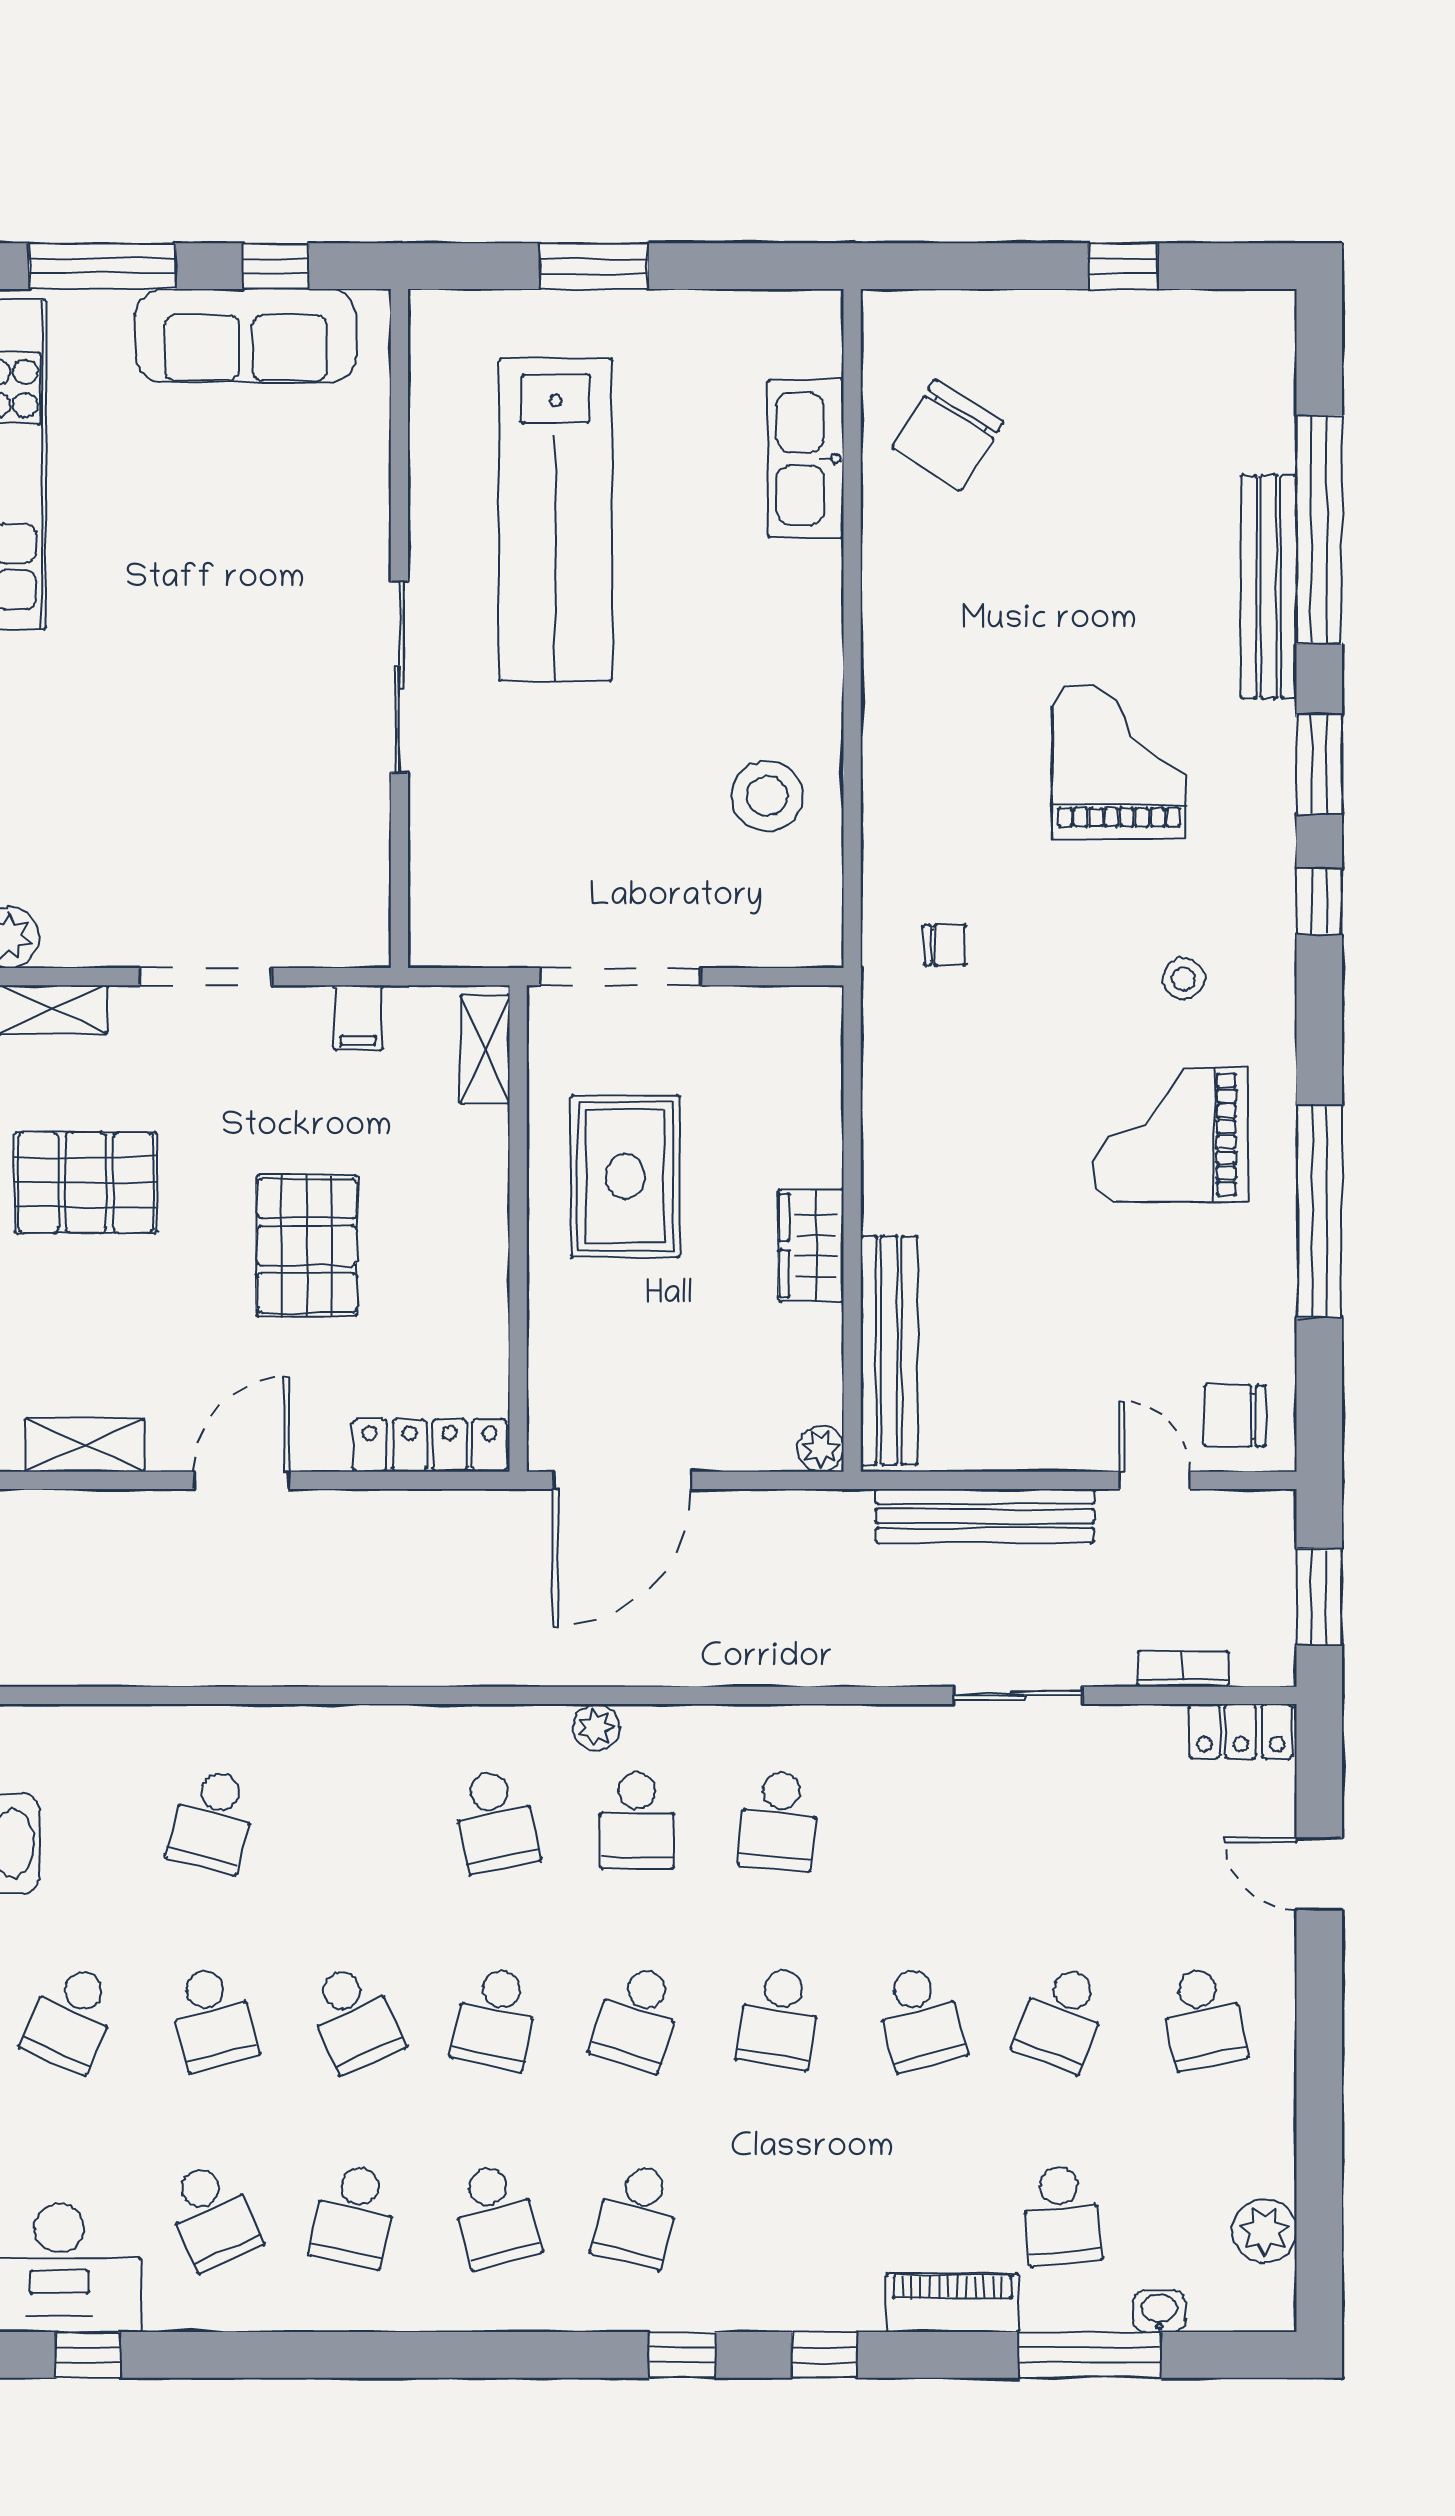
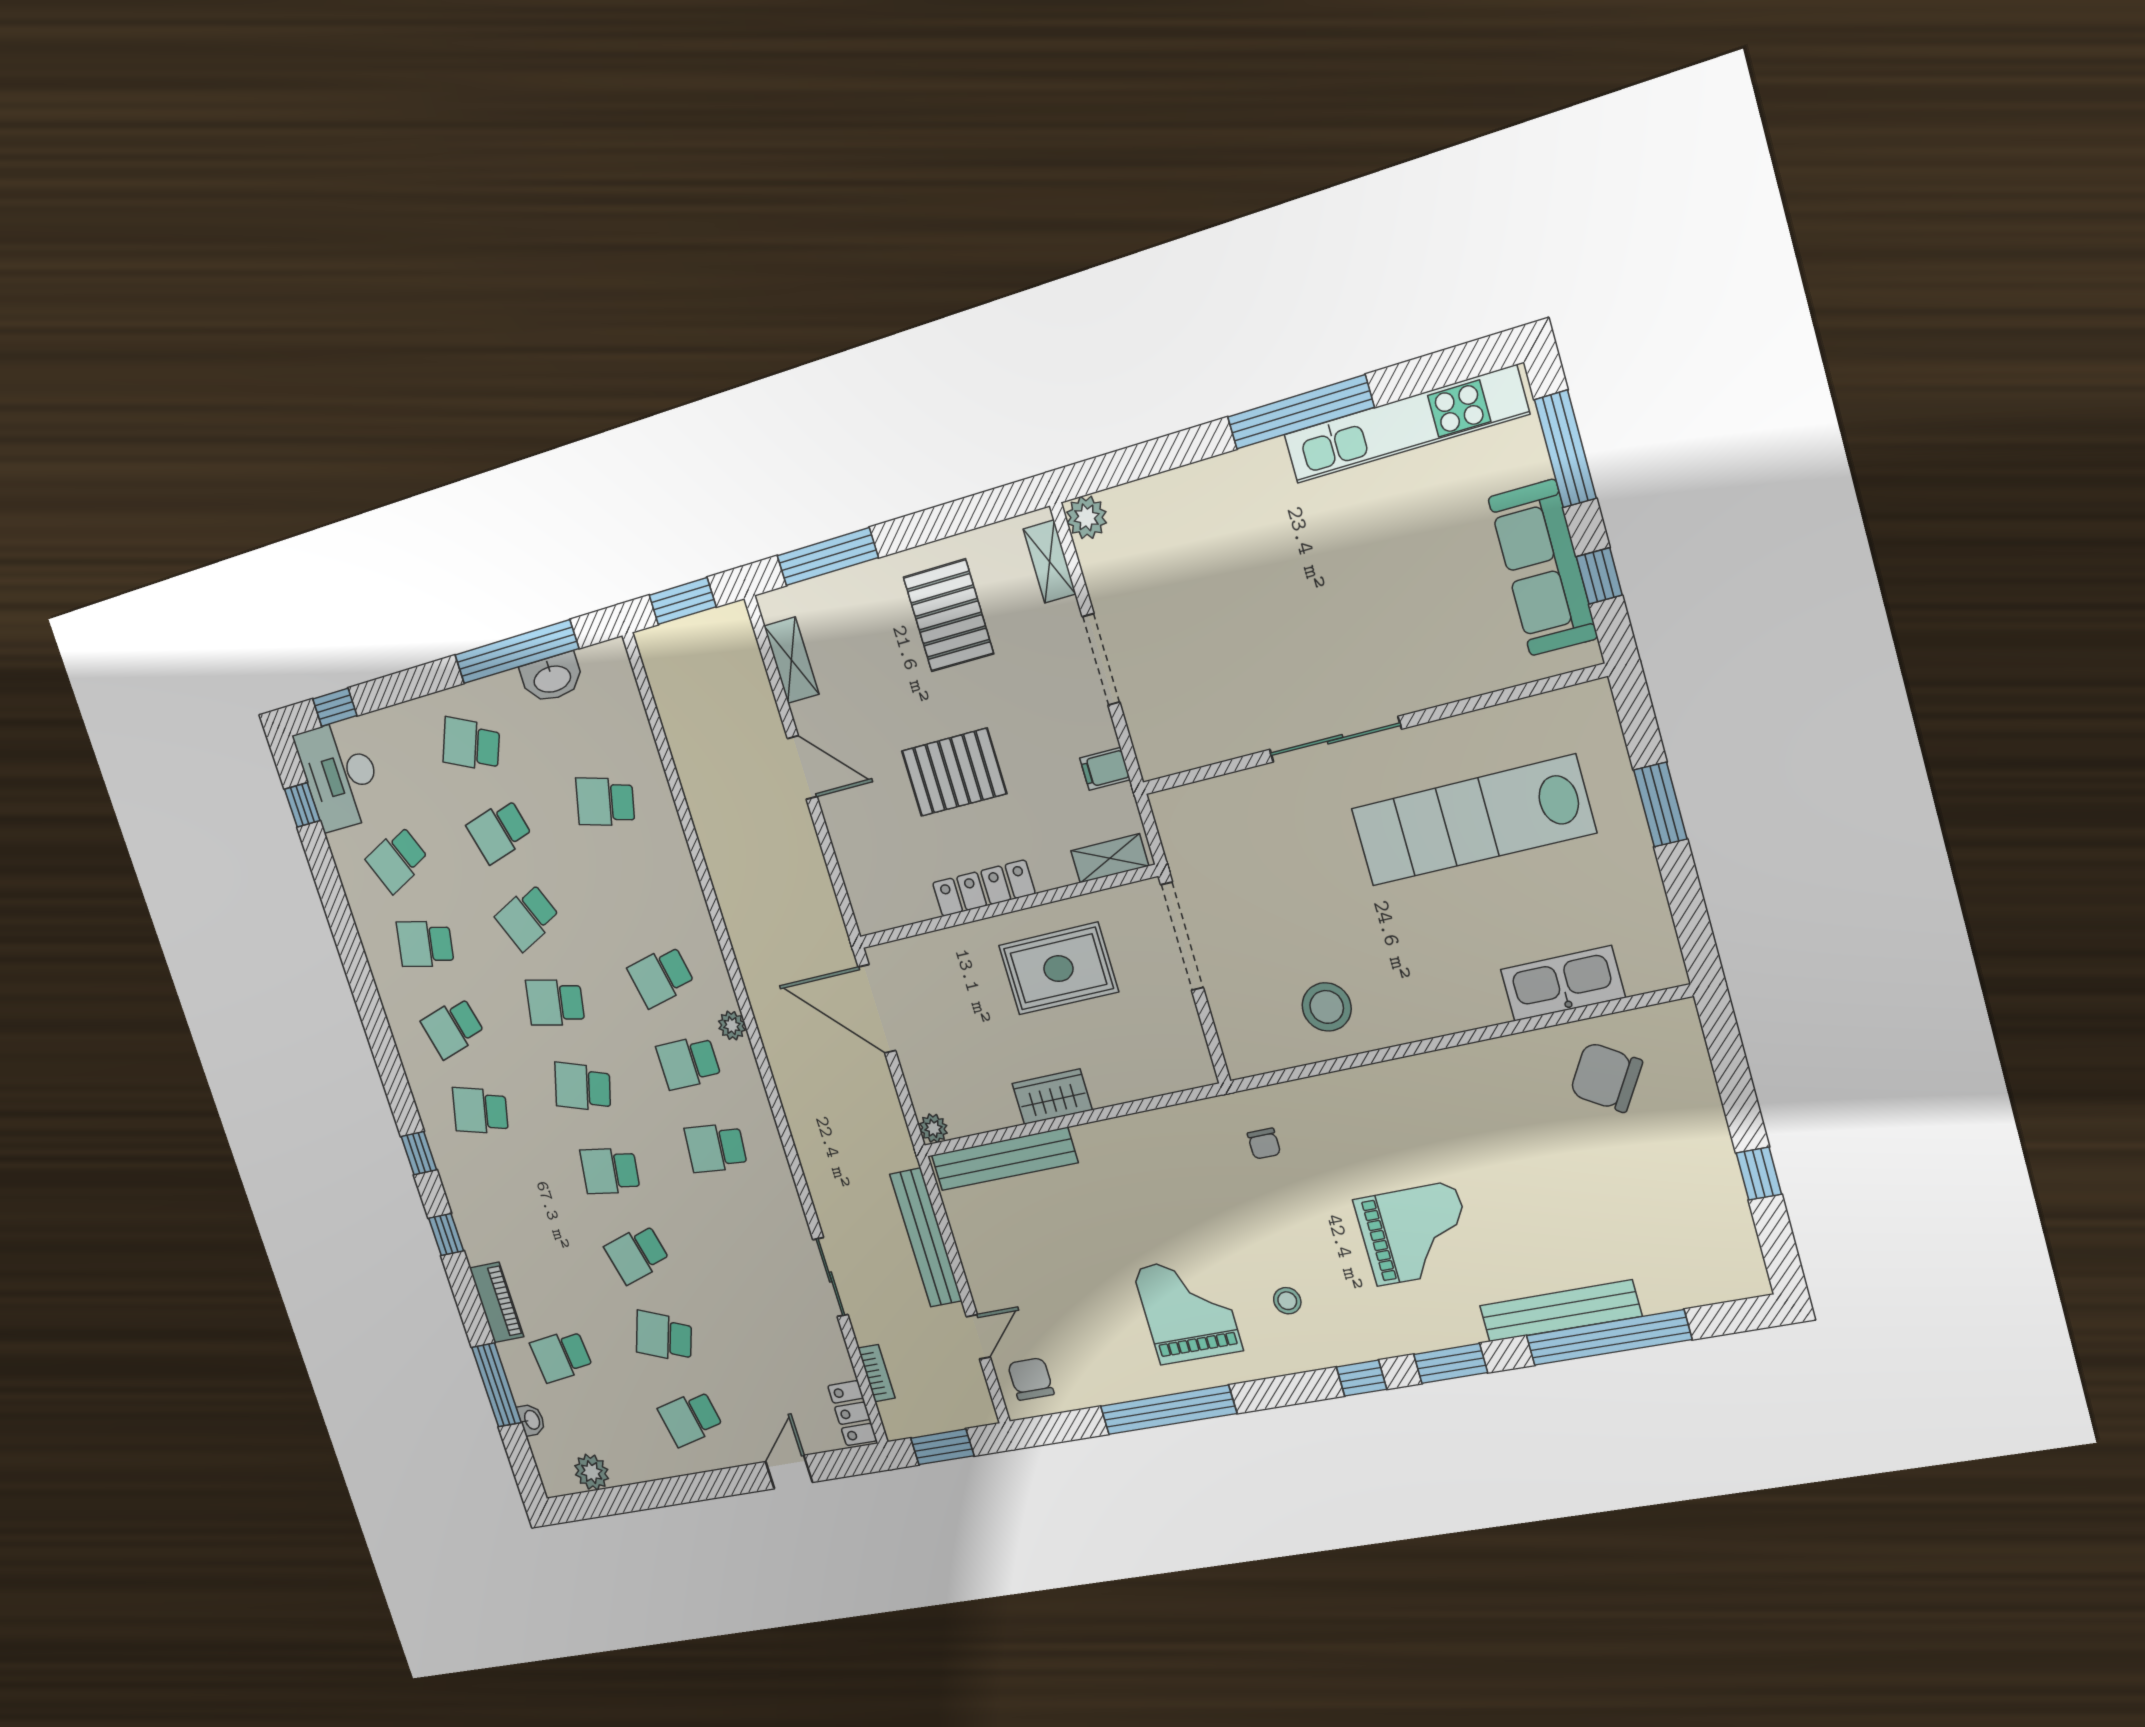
locker: (430, 1445) -> (984, 888), moved, turned -90

